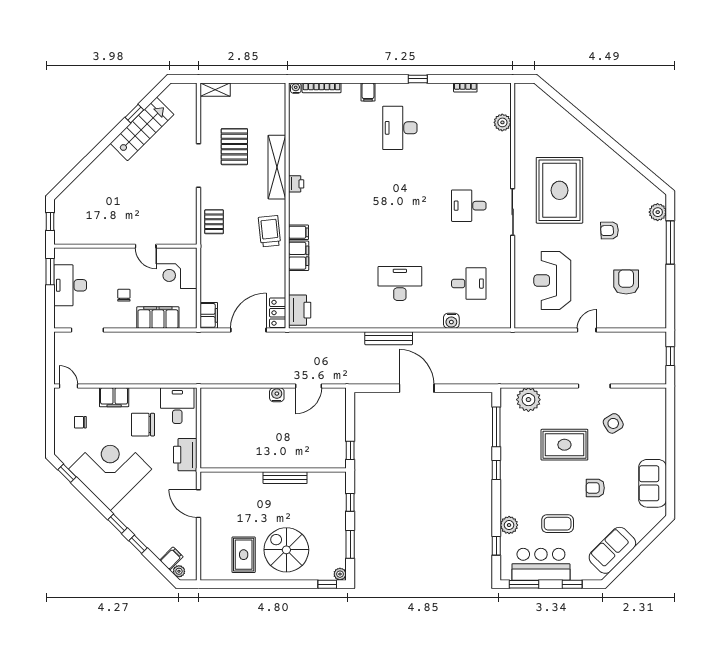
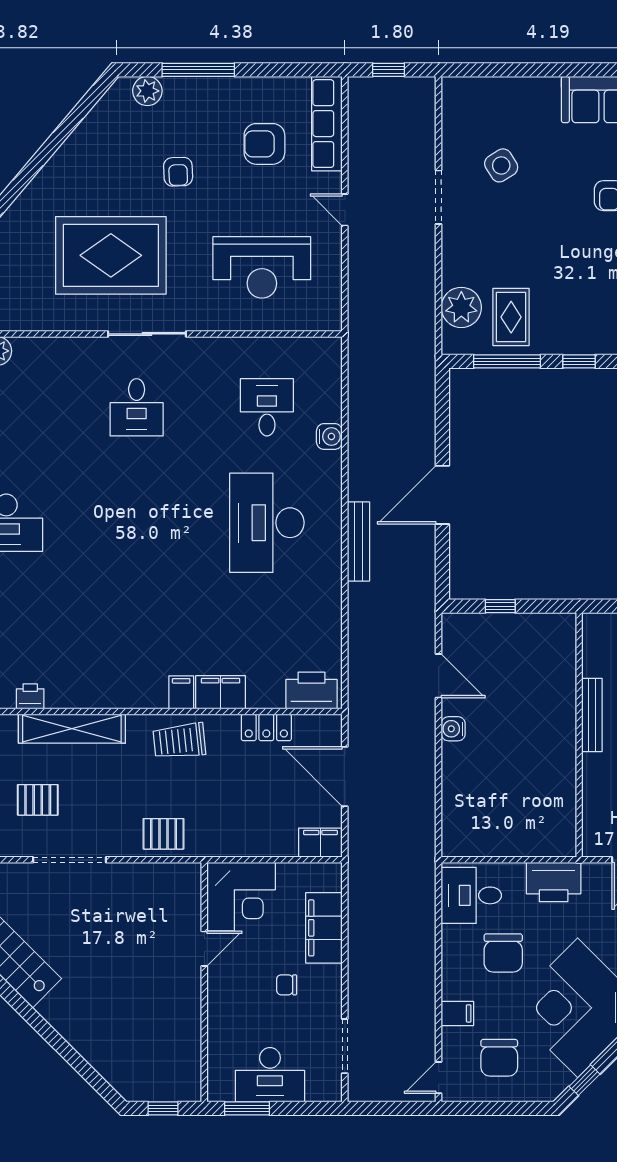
pallet: (234, 147) -> (38, 800), width x0.67, depth x0.71
printer: (296, 184) -> (30, 696), moved
desk: (400, 284) -> (267, 523), width x1.36, depth x1.30
locker: (278, 313) -> (266, 727), moved
row of seats: (638, 319) -> (327, 124), added
filing cabinet: (114, 397) -> (457, 1013), width x0.50
chair: (80, 422) -> (499, 1058), width x1.87, depth x1.87
rug: (564, 445) -> (511, 317), moved, width x0.73, depth x0.70
window: (350, 450) -> (500, 606), moved

